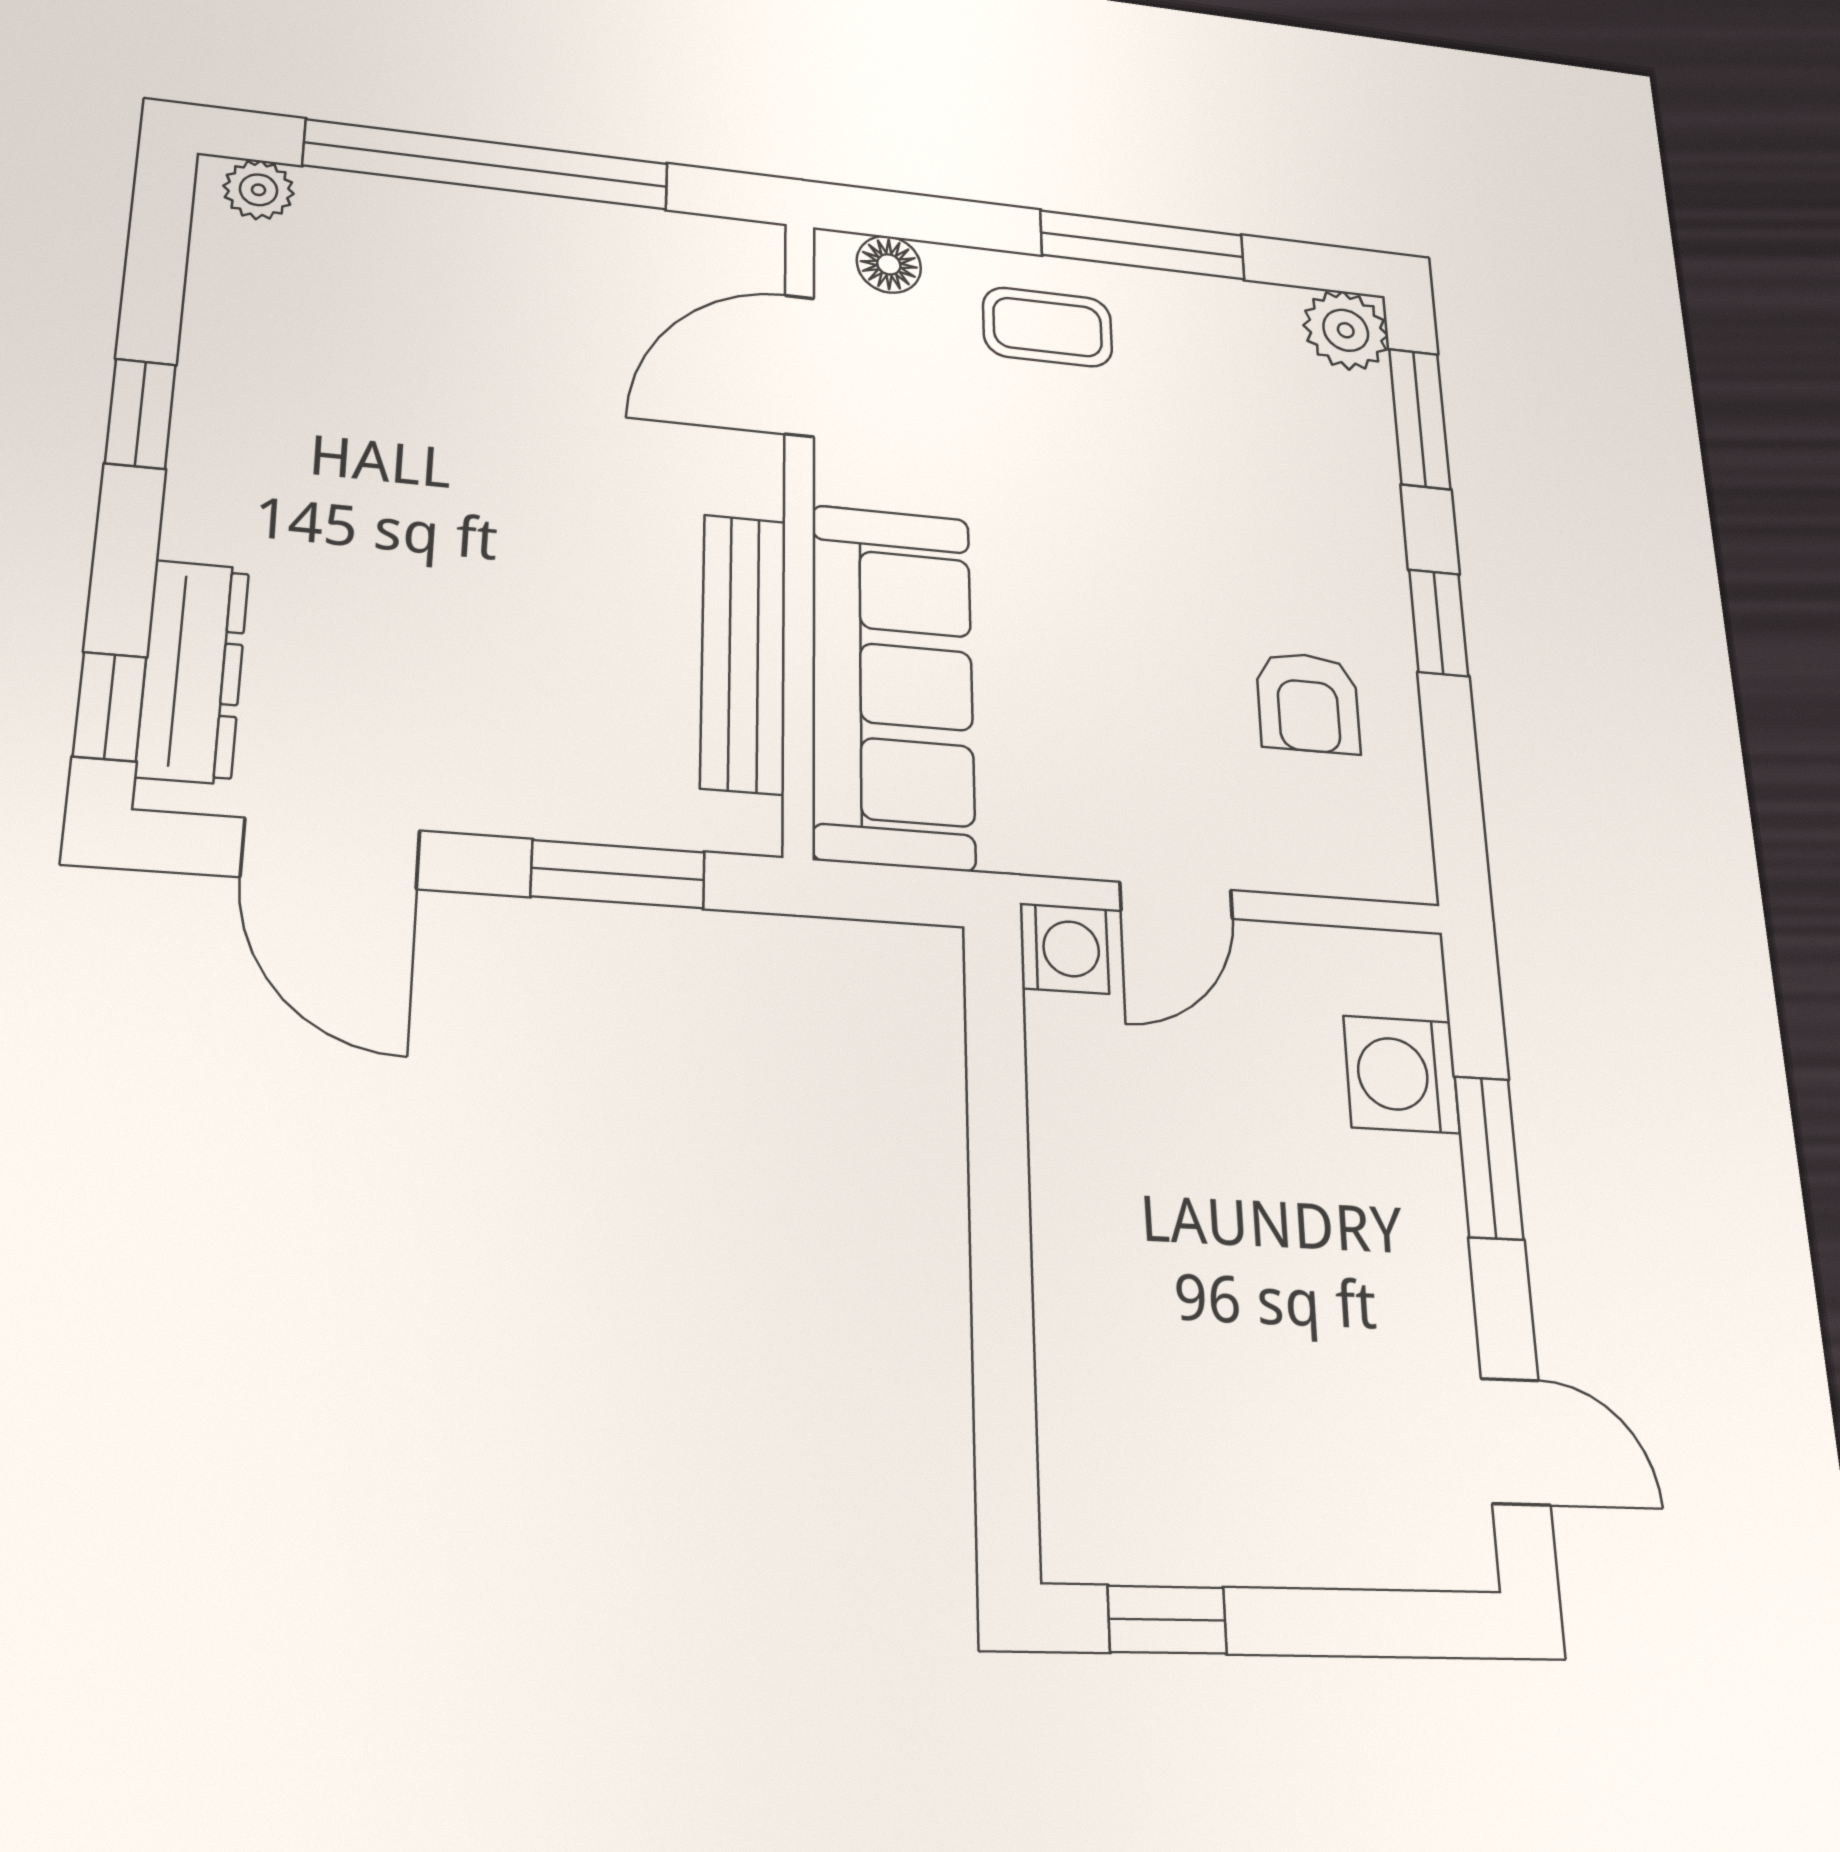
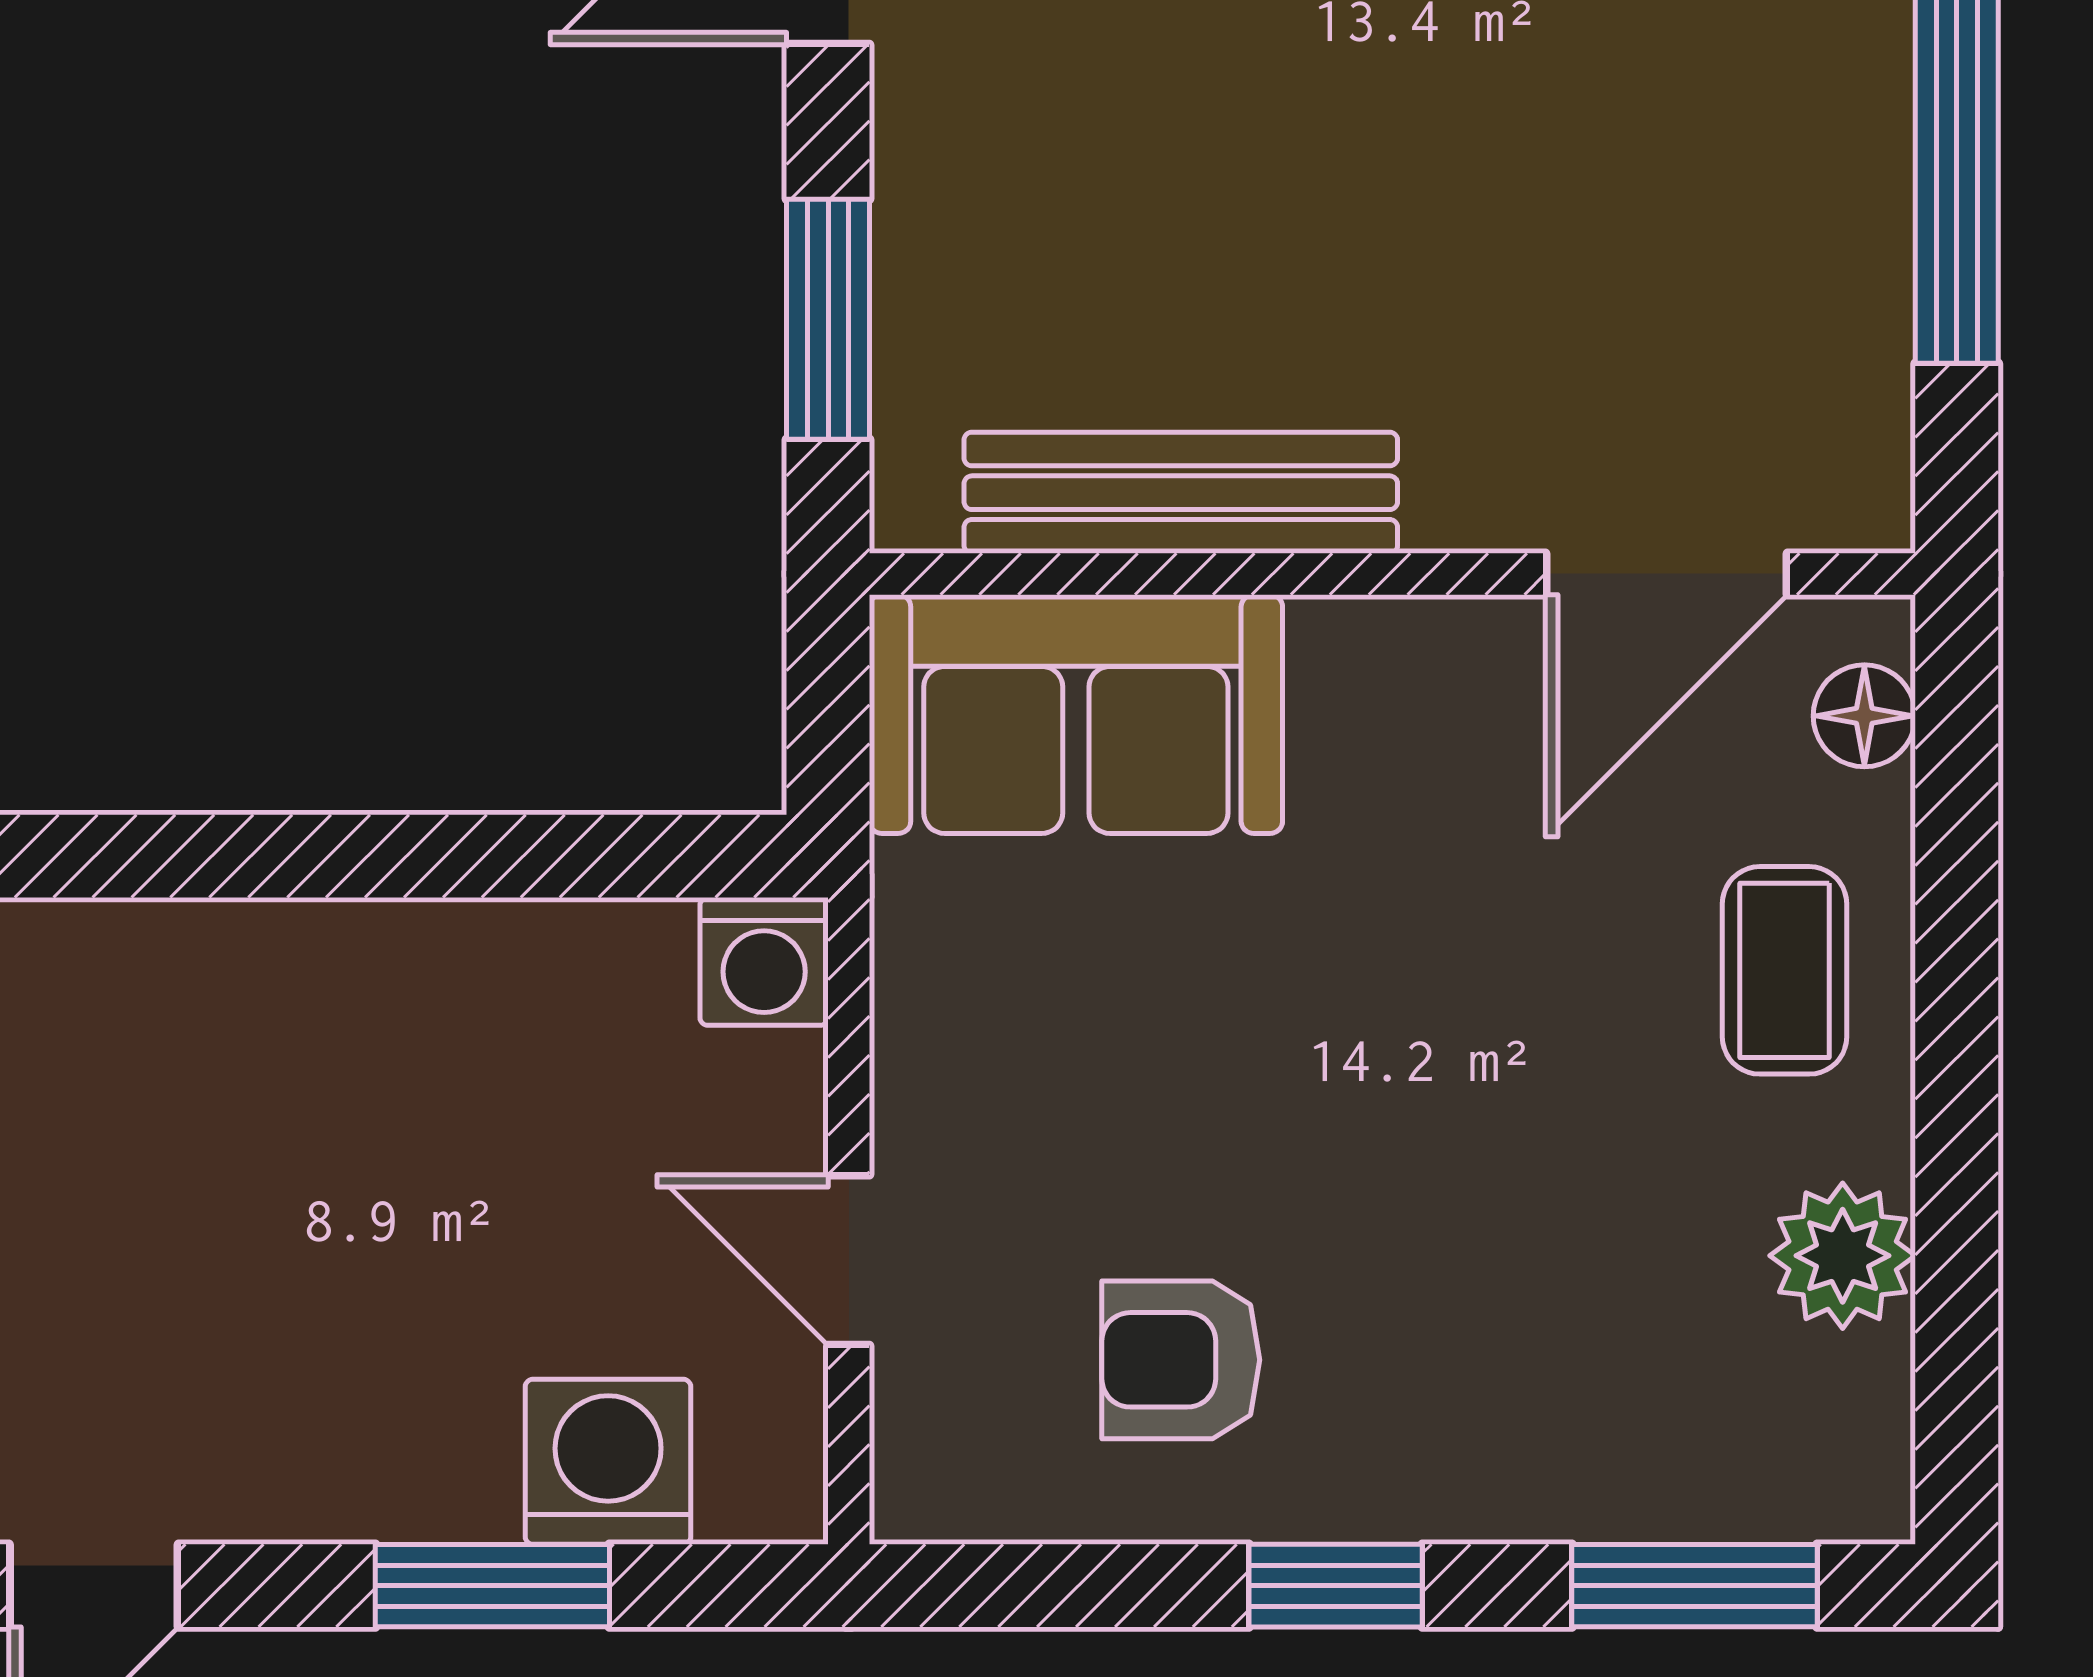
window: (1143, 245) -> (1957, 1134), removed
plant: (1346, 330) -> (1843, 1256), moved
door: (799, 366) -> (1666, 574), swing flipped
sofa: (893, 685) -> (1076, 714), width x0.73
door: (1176, 900) -> (849, 1260), moved

